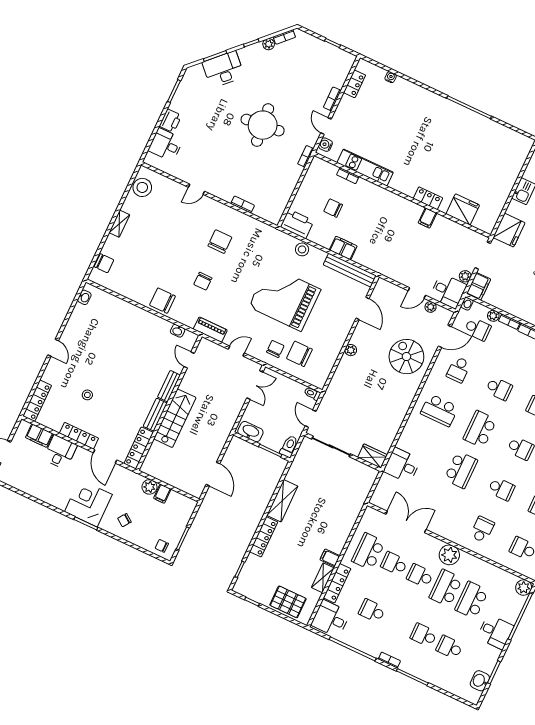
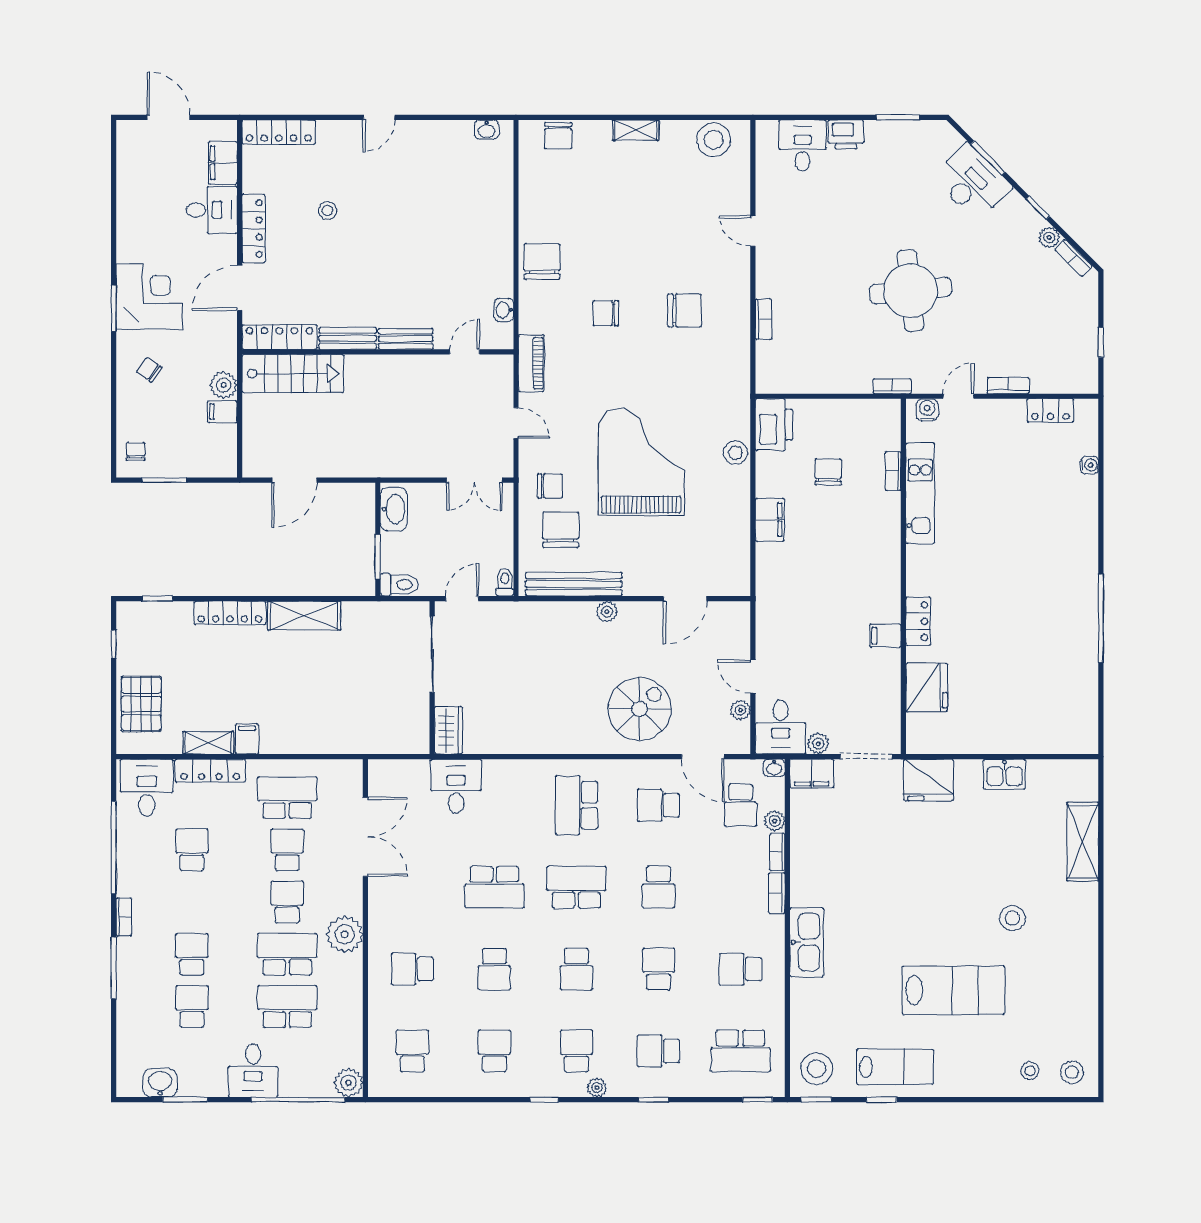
bench: (350, 270) -> (574, 584), moved, turned 90
stairs: (175, 418) -> (293, 373), moved
school desk: (482, 529) -> (412, 969), turned 180

